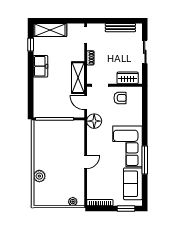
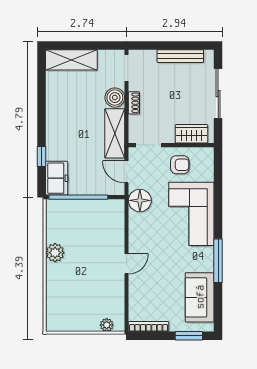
window: (31, 45) -> (42, 157), moved
sliding door: (145, 52) -> (218, 94), width x1.37
boiler: (78, 54) -> (115, 98), added
freezer: (40, 66) -> (57, 178), moved
corner sofa: (128, 146) -> (191, 214), moved
plant: (39, 176) -> (55, 253), moved

